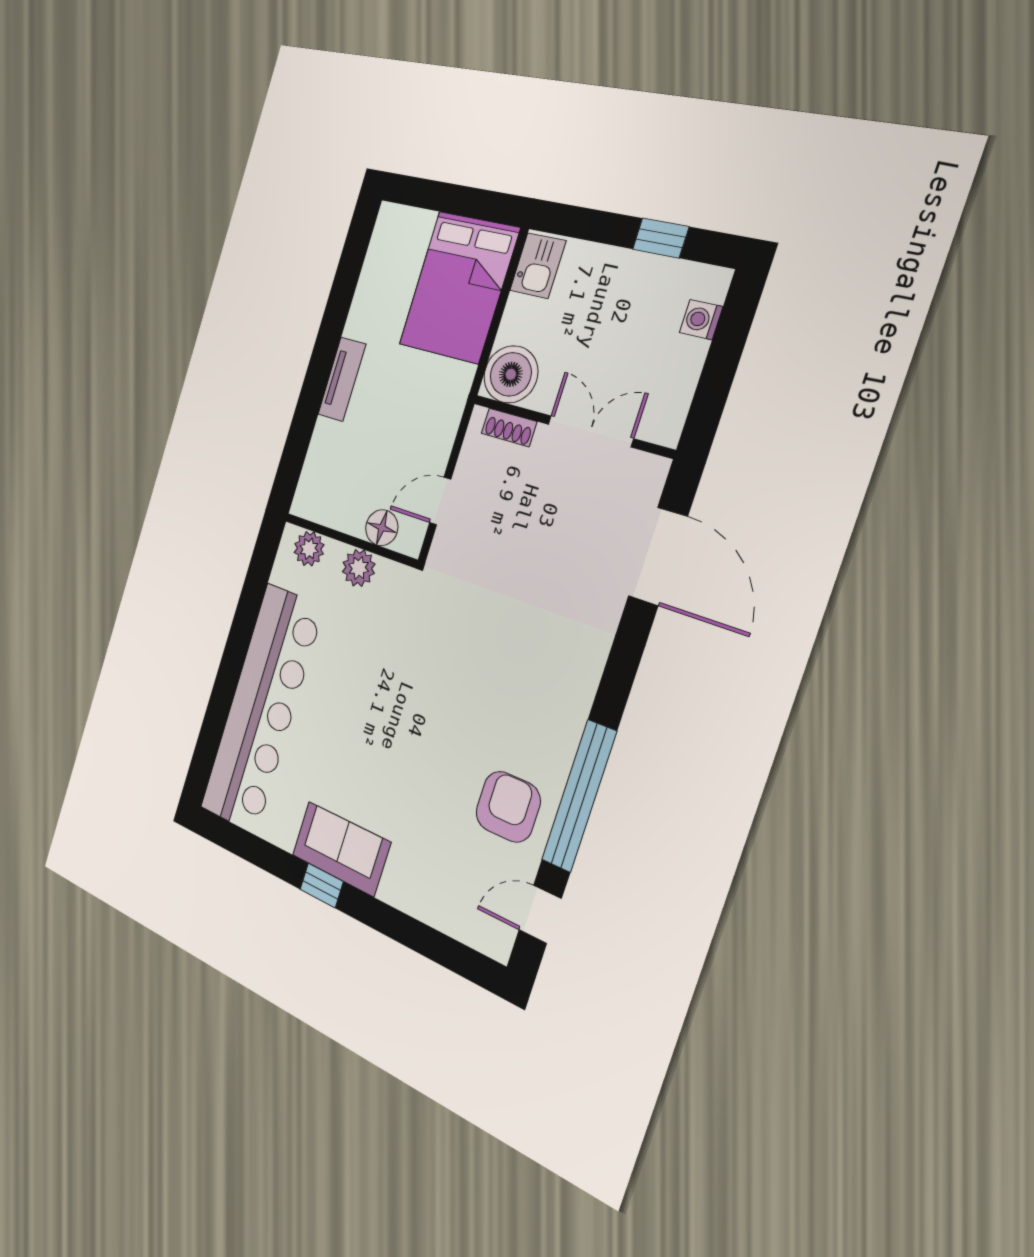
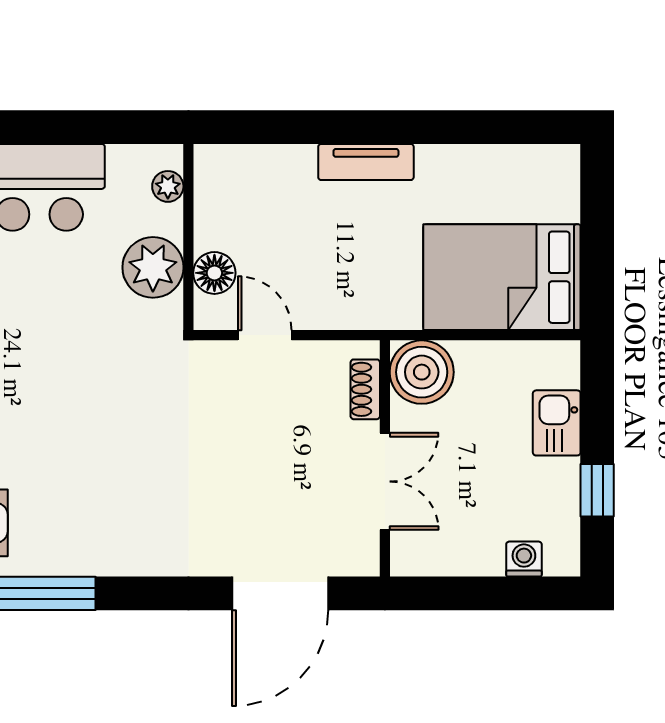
kitchen sink: (538, 266) -> (557, 423), moved, turned 90
plant: (309, 549) -> (168, 186), width x0.73, depth x0.73
plant: (359, 568) -> (153, 267), width x1.36, depth x1.36

